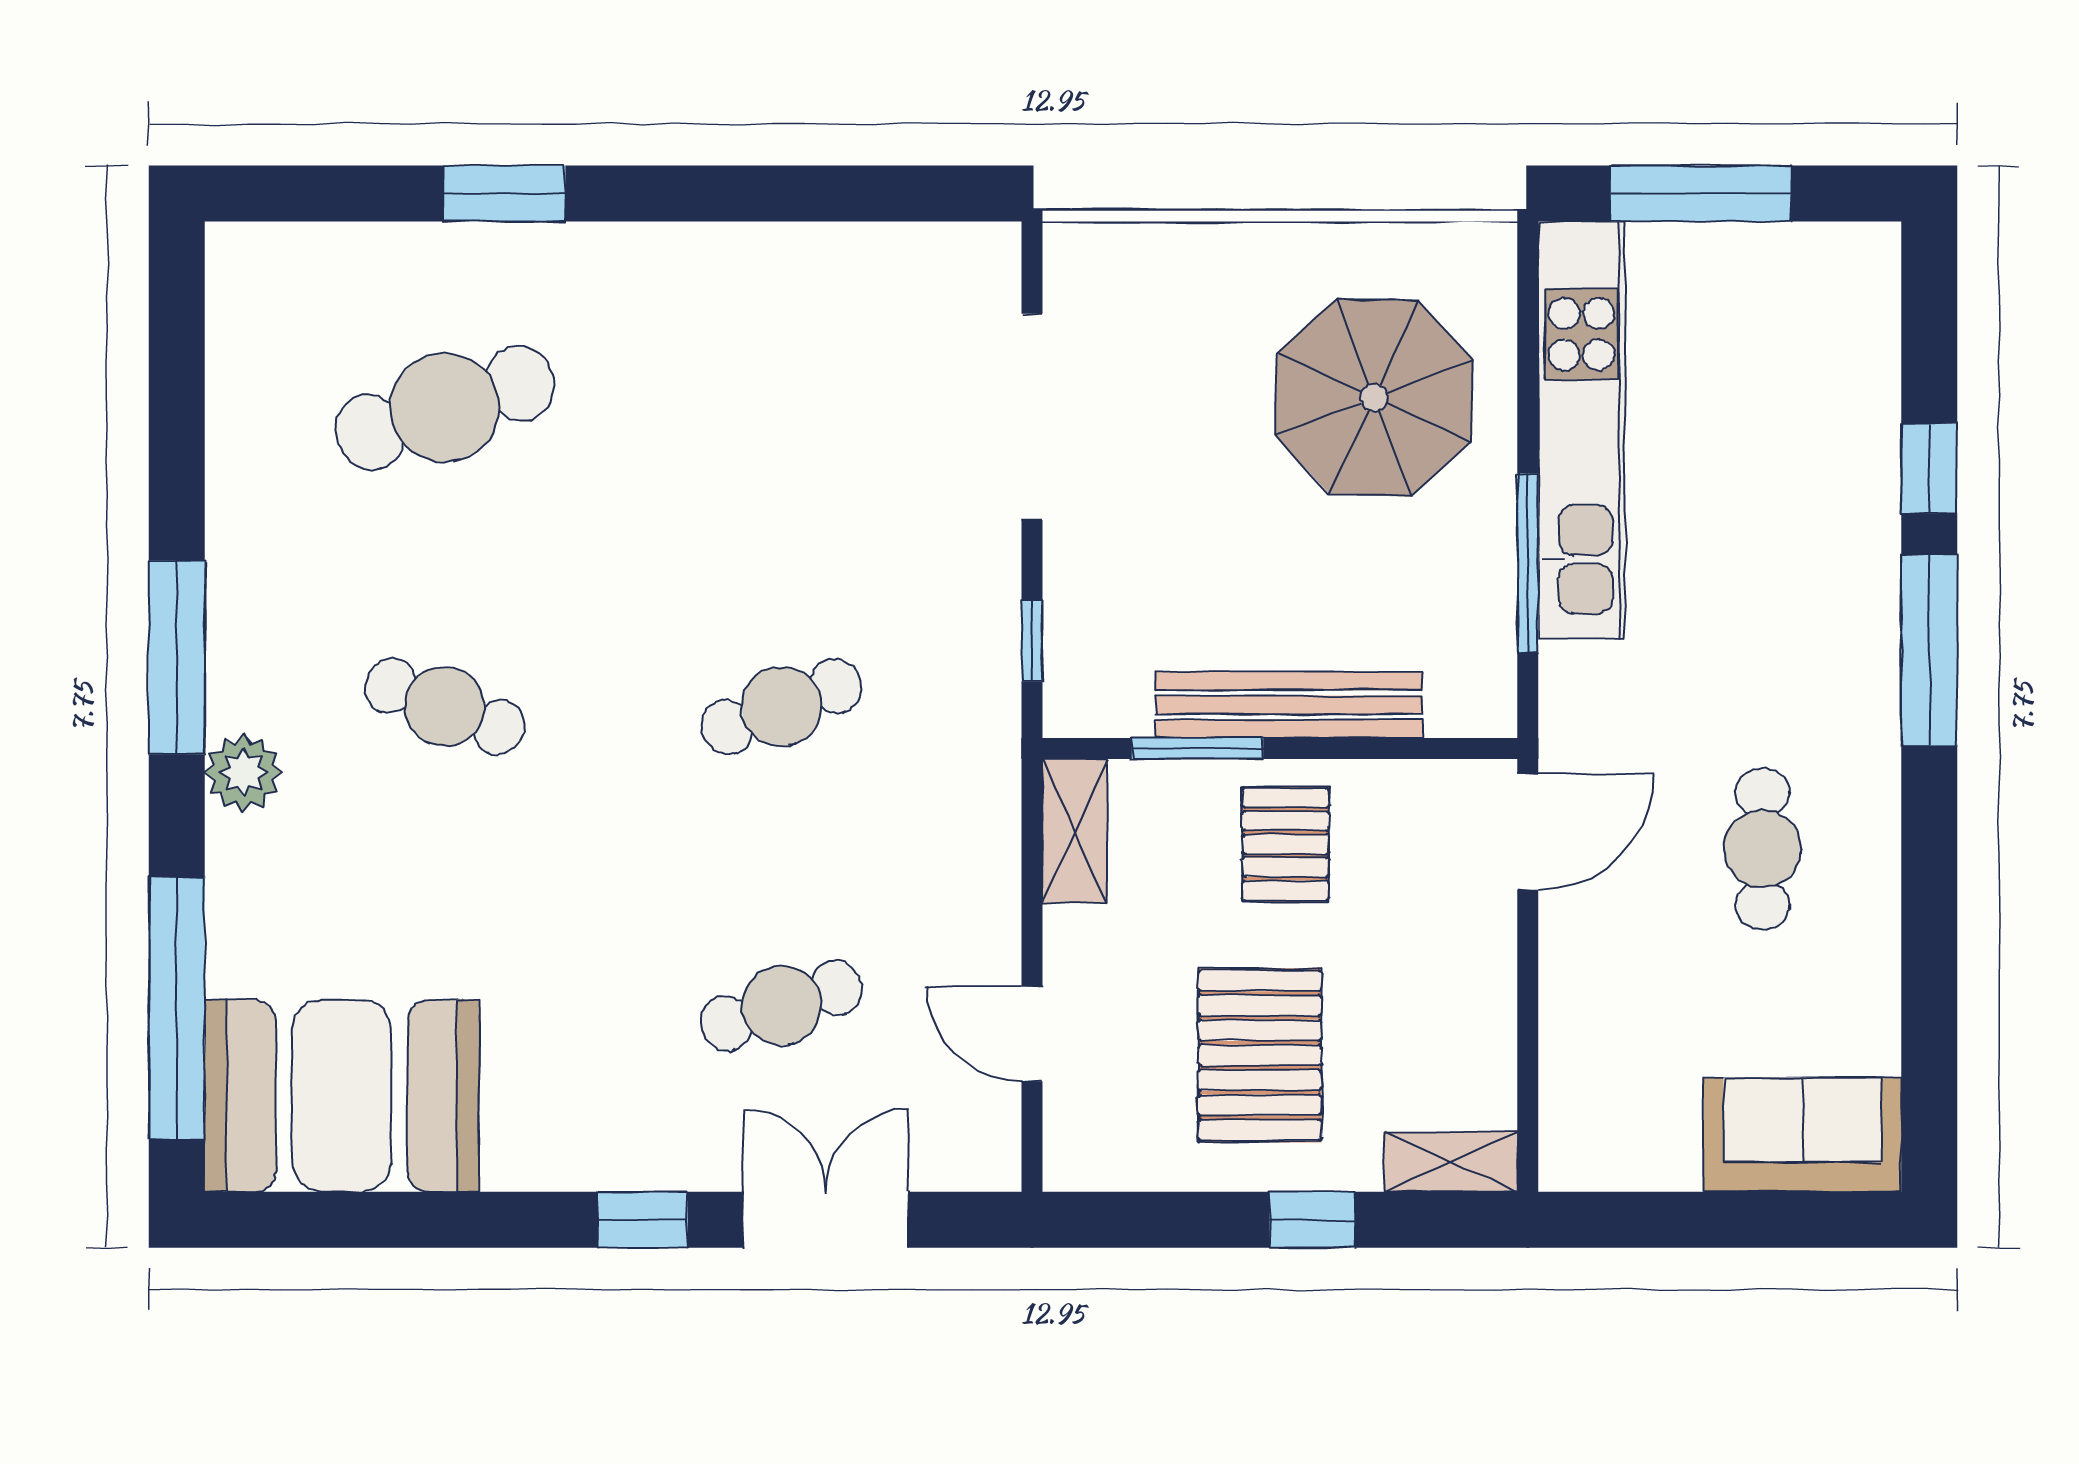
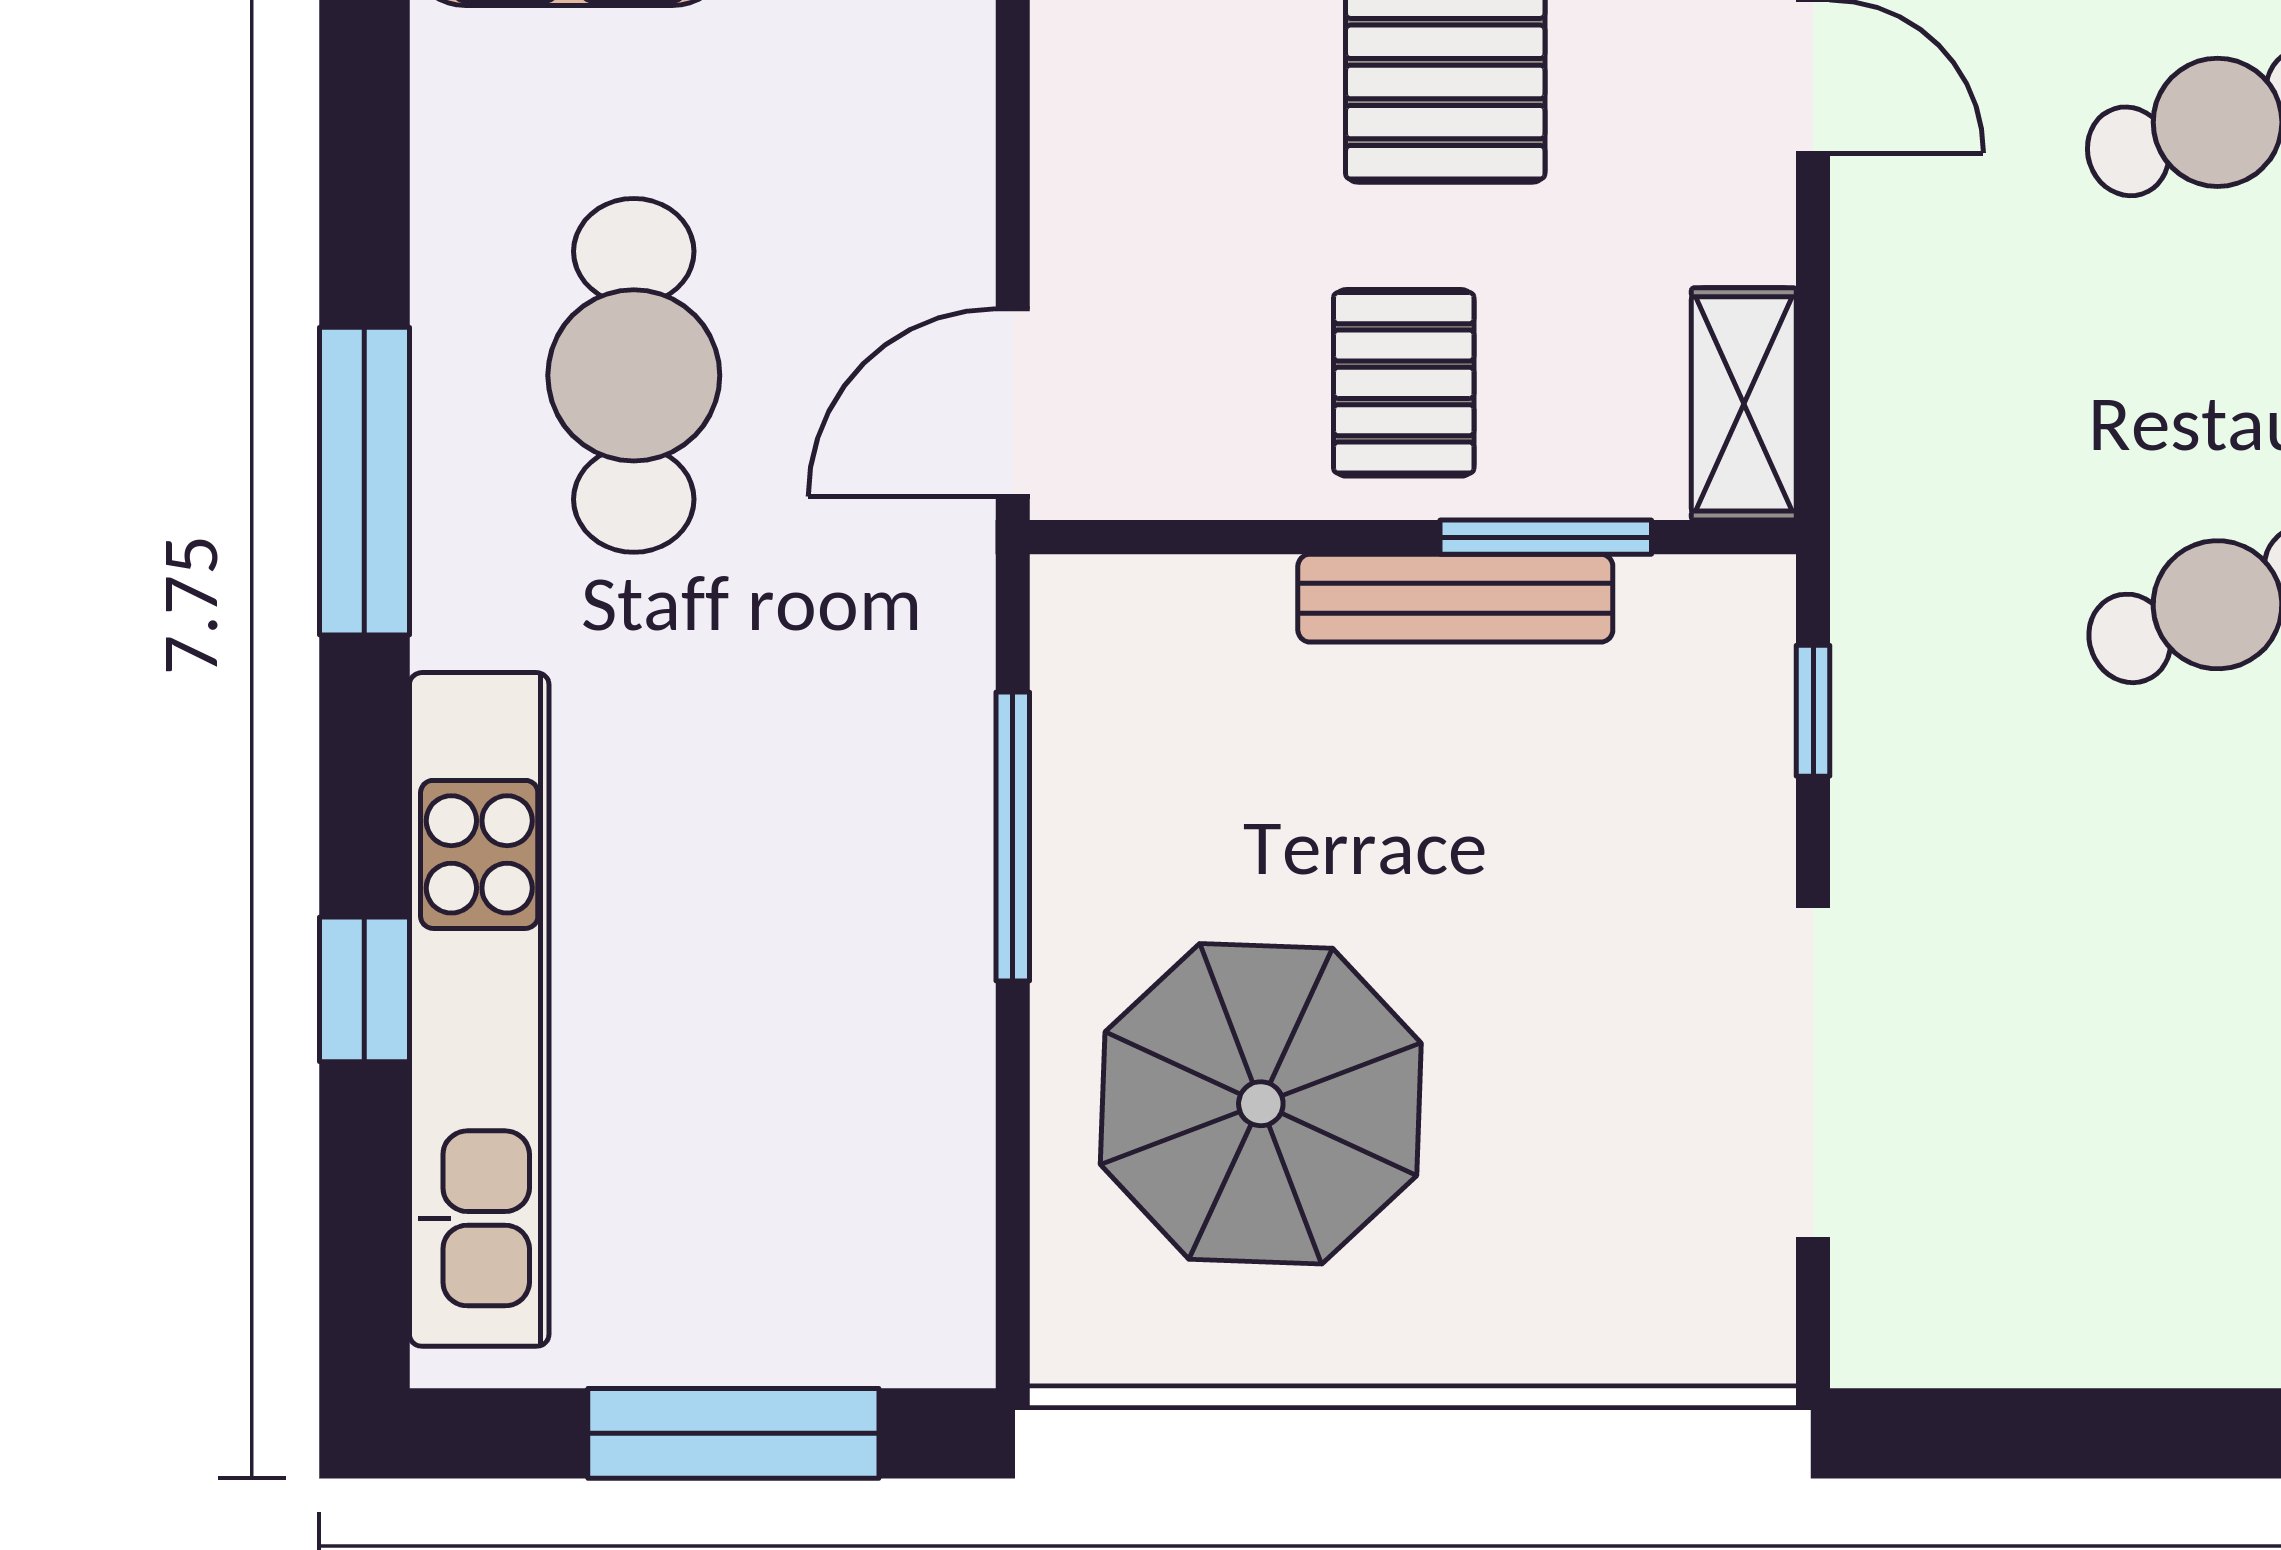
kitchen unit: (1581, 430) -> (479, 1009), moved, turned 180
window: (1929, 650) -> (364, 481), moved
bench: (1289, 705) -> (1455, 598), width x0.73, depth x0.82
cafe table: (1762, 849) -> (634, 375), width x1.37, depth x1.35

